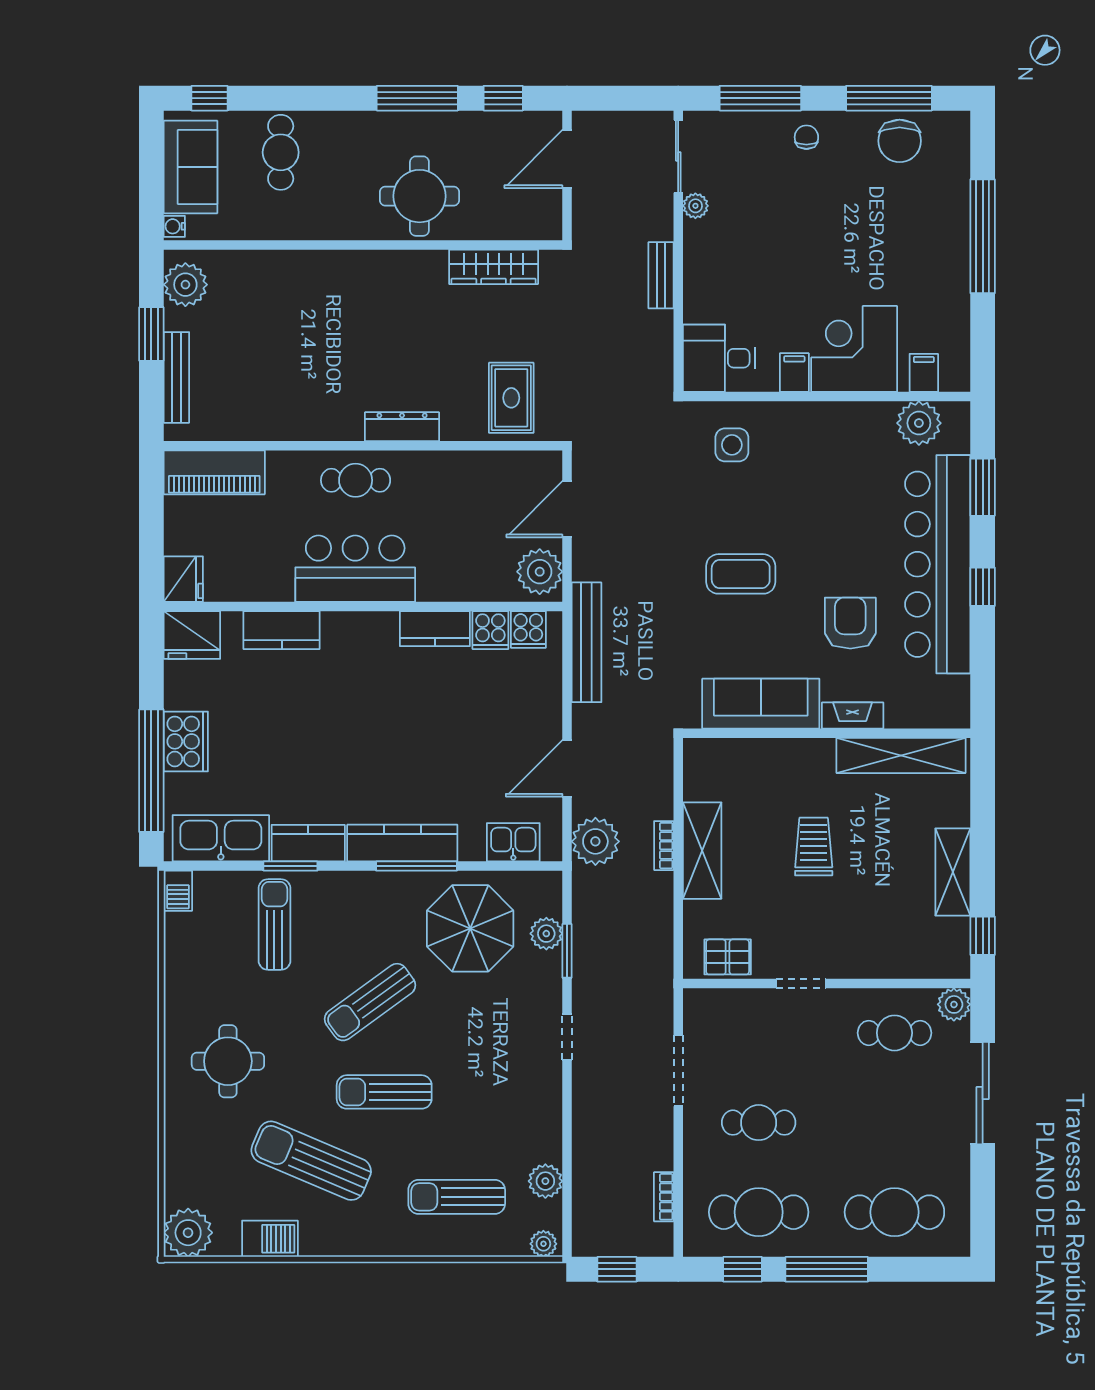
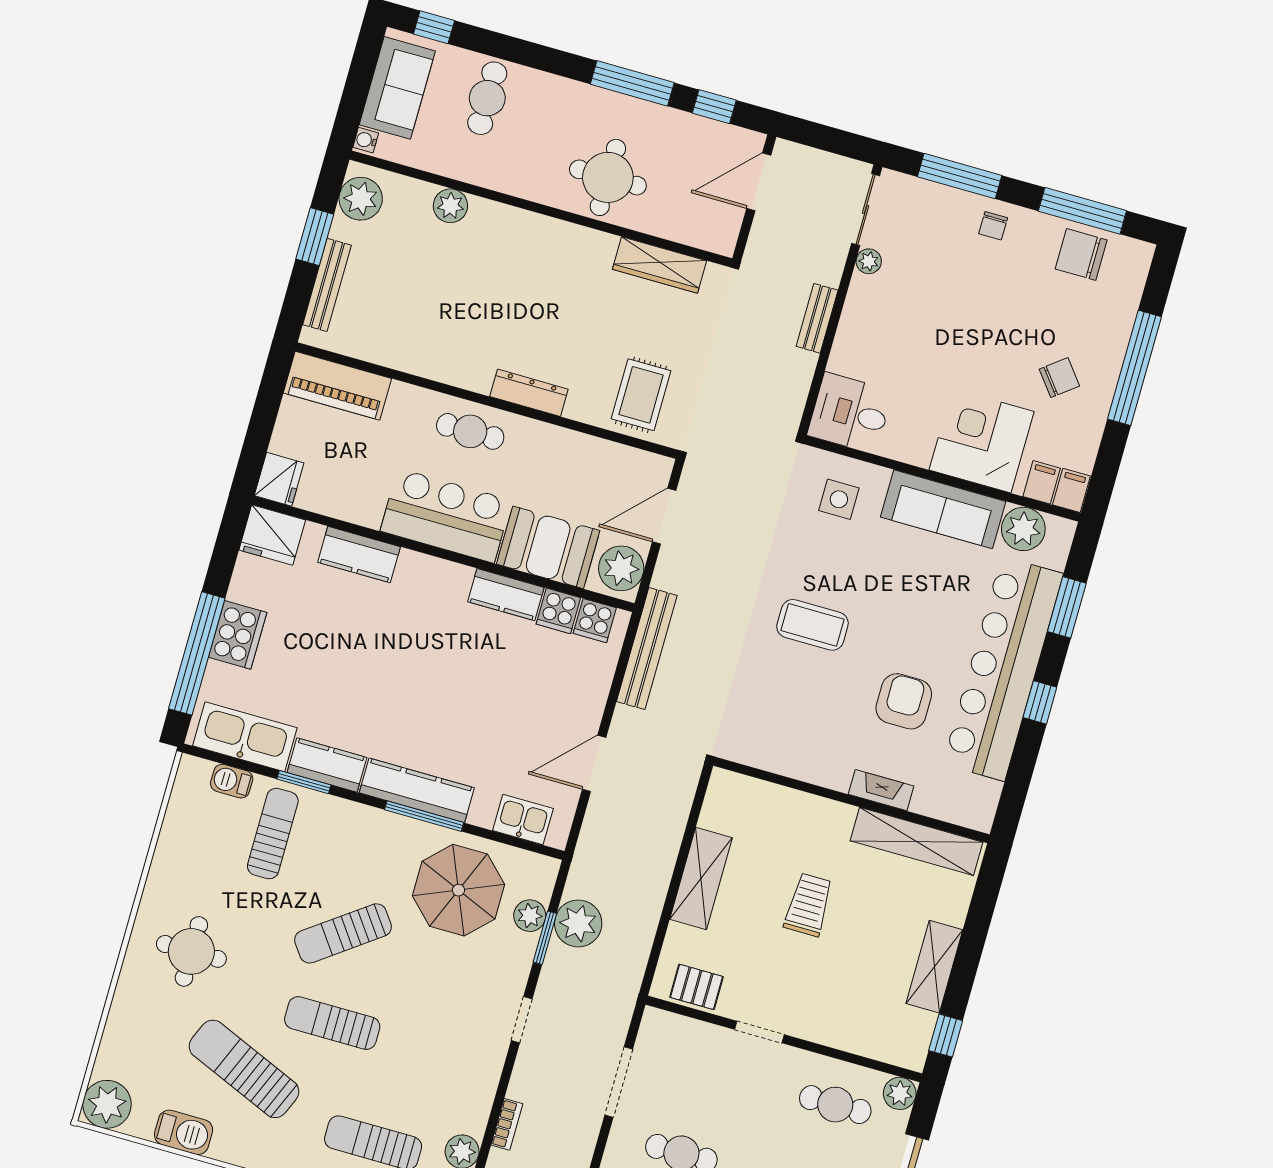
chair: (806, 137) -> (993, 226), turned 180
chair: (900, 141) -> (1081, 254), turned 90
chair: (912, 266) -> (1059, 378), added
plant: (275, 267) -> (450, 206), added
filing cabinet: (794, 372) -> (1071, 490), moved
booth: (463, 571) -> (548, 547), added
sofa: (761, 704) -> (943, 509), moved, turned 180
plant: (595, 841) -> (578, 923), moved
bookcase: (664, 846) -> (507, 1124), moved, turned 180
barbecue: (178, 891) -> (232, 781), moved, turned 90

